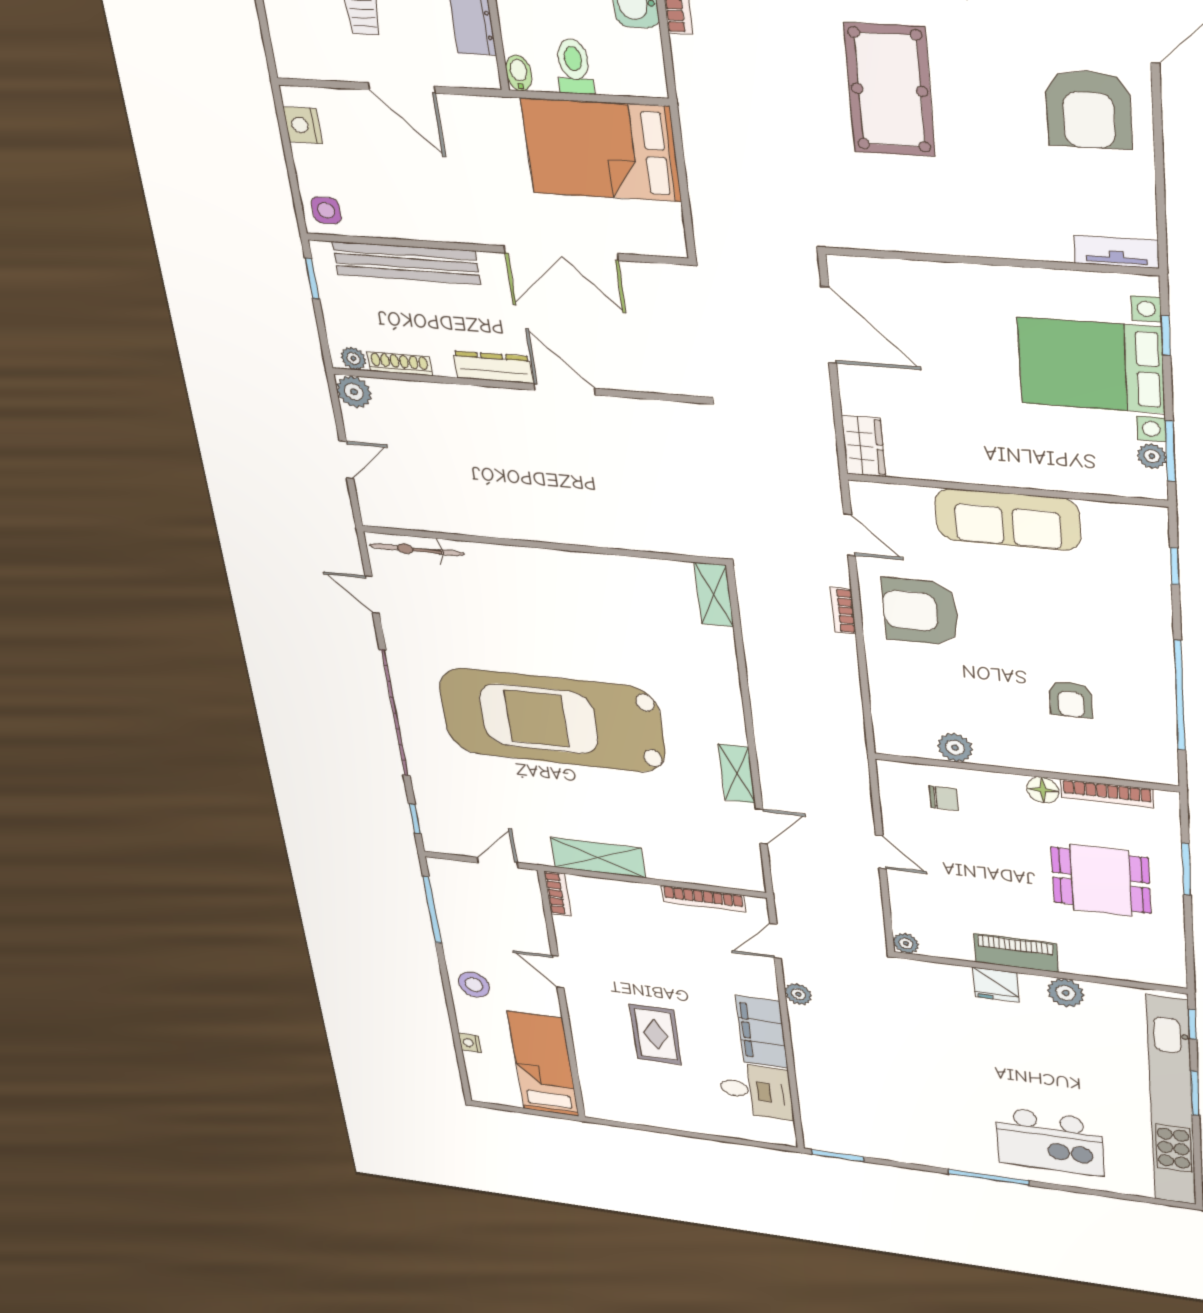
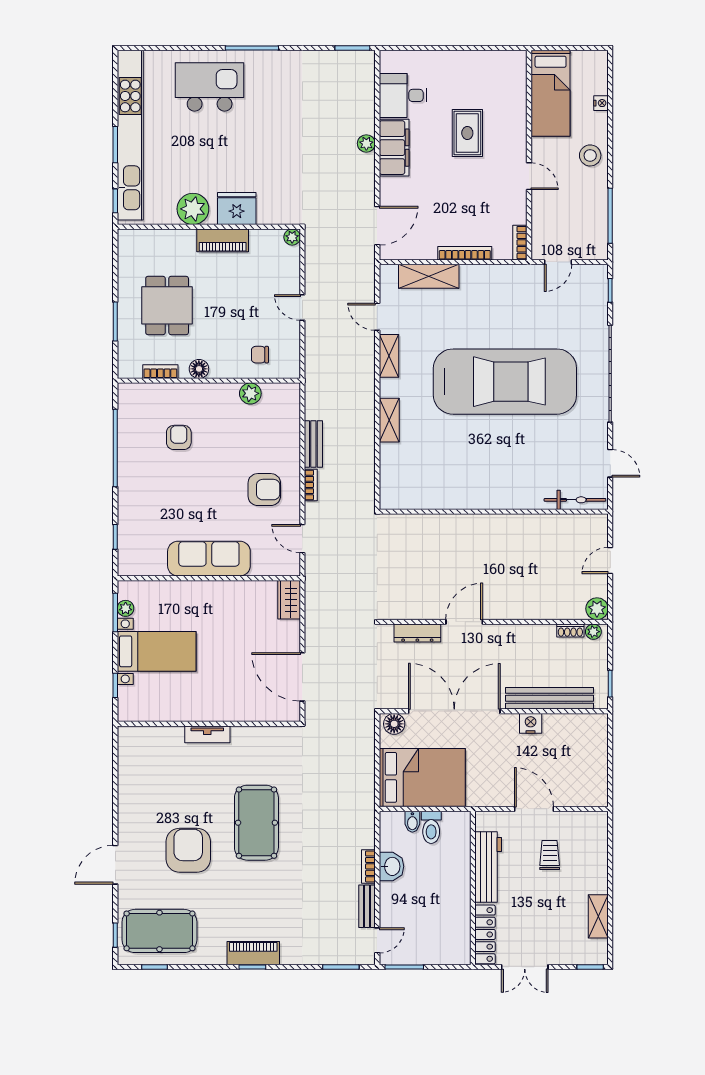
bidet: (519, 73) -> (412, 822), moved
armchair: (1089, 109) -> (188, 850), moved
nightstand: (303, 125) -> (531, 723), moved, turned -90
side table: (326, 210) -> (593, 729), removed
floor lamp: (661, 240) -> (394, 724), added
tv unit: (1116, 252) -> (207, 734), moved
double door: (561, 253) -> (454, 711), width x1.36
shoe rack: (400, 364) -> (570, 631), width x0.70
bed with nightstands: (1091, 365) -> (157, 651), width x0.73
dresser: (493, 367) -> (417, 633), moved
door: (565, 389) -> (464, 622), swing flipped
shelving: (714, 595) -> (389, 420), moved
armchair: (920, 612) -> (264, 490), width x0.73, depth x0.73
bench: (845, 667) -> (313, 444), added
bookcase: (1107, 793) -> (160, 372), width x0.64
door: (761, 826) -> (377, 317), hinge flipped
shelving: (598, 858) -> (429, 276), moved
dining table: (1101, 880) -> (167, 305), turned 90
bookcase: (703, 899) -> (465, 253), moved
door: (775, 941) -> (377, 226), width x1.38
fridge: (996, 985) -> (237, 209), width x1.36, depth x1.34
plant: (1066, 993) -> (193, 209), width x1.36, depth x1.36
plant: (798, 994) -> (366, 143), moved

